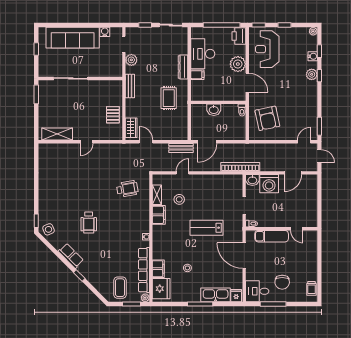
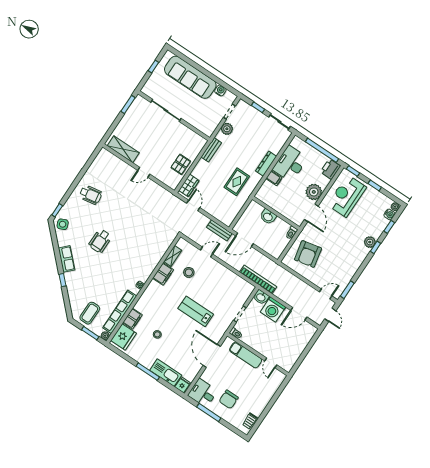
water cooler: (313, 56) -> (389, 214), moved
wheelchair: (127, 189) -> (91, 195), moved

